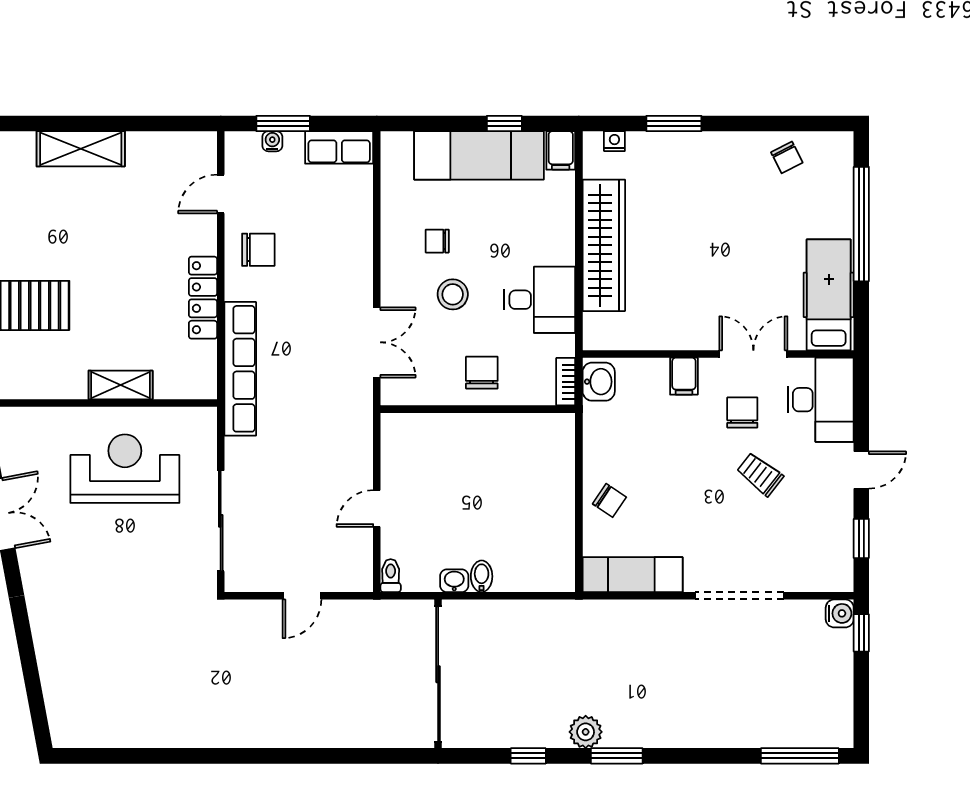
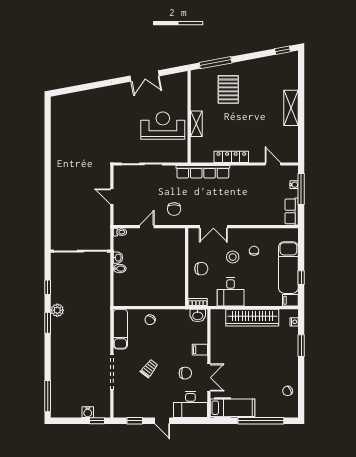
window: (283, 124) -> (301, 189), width x1.44
chair: (258, 250) -> (174, 209), moved
reception desk: (125, 469) -> (163, 126), turned -90
trolley: (760, 474) -> (149, 368), moved
door: (377, 508) -> (147, 227), hinge flipped
water cooler: (840, 613) -> (88, 412), moved

